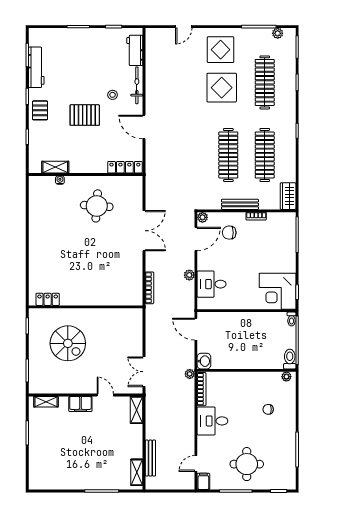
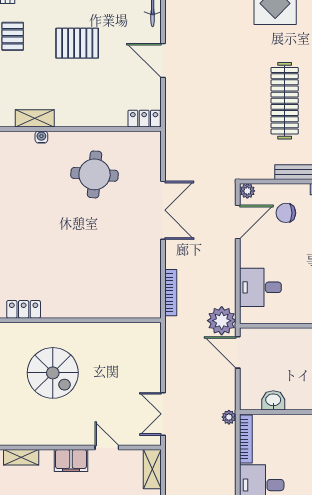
stool: (113, 95) -> (117, 14), removed
locker: (125, 167) -> (144, 119), width x0.66
plant: (189, 275) -> (222, 321), moved, width x1.87, depth x1.87
washbasin: (204, 361) -> (273, 400), moved, turned -90

